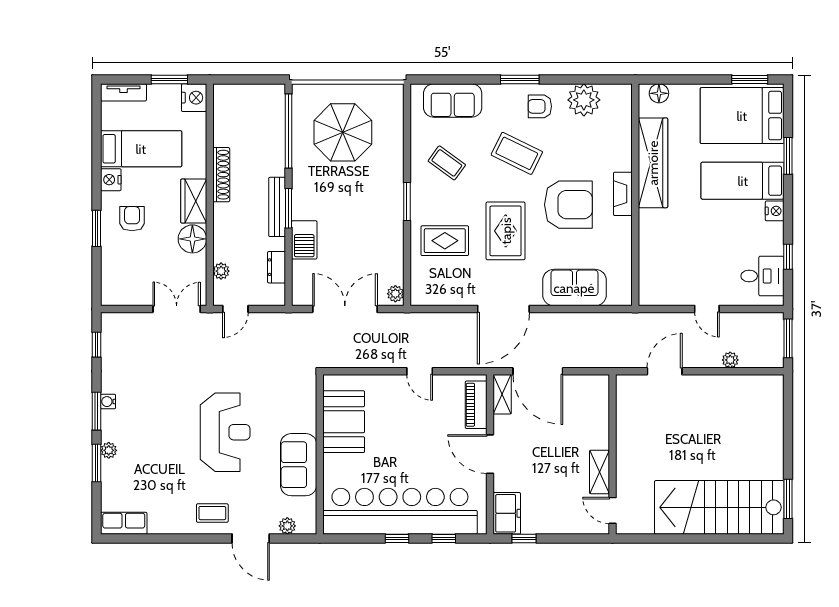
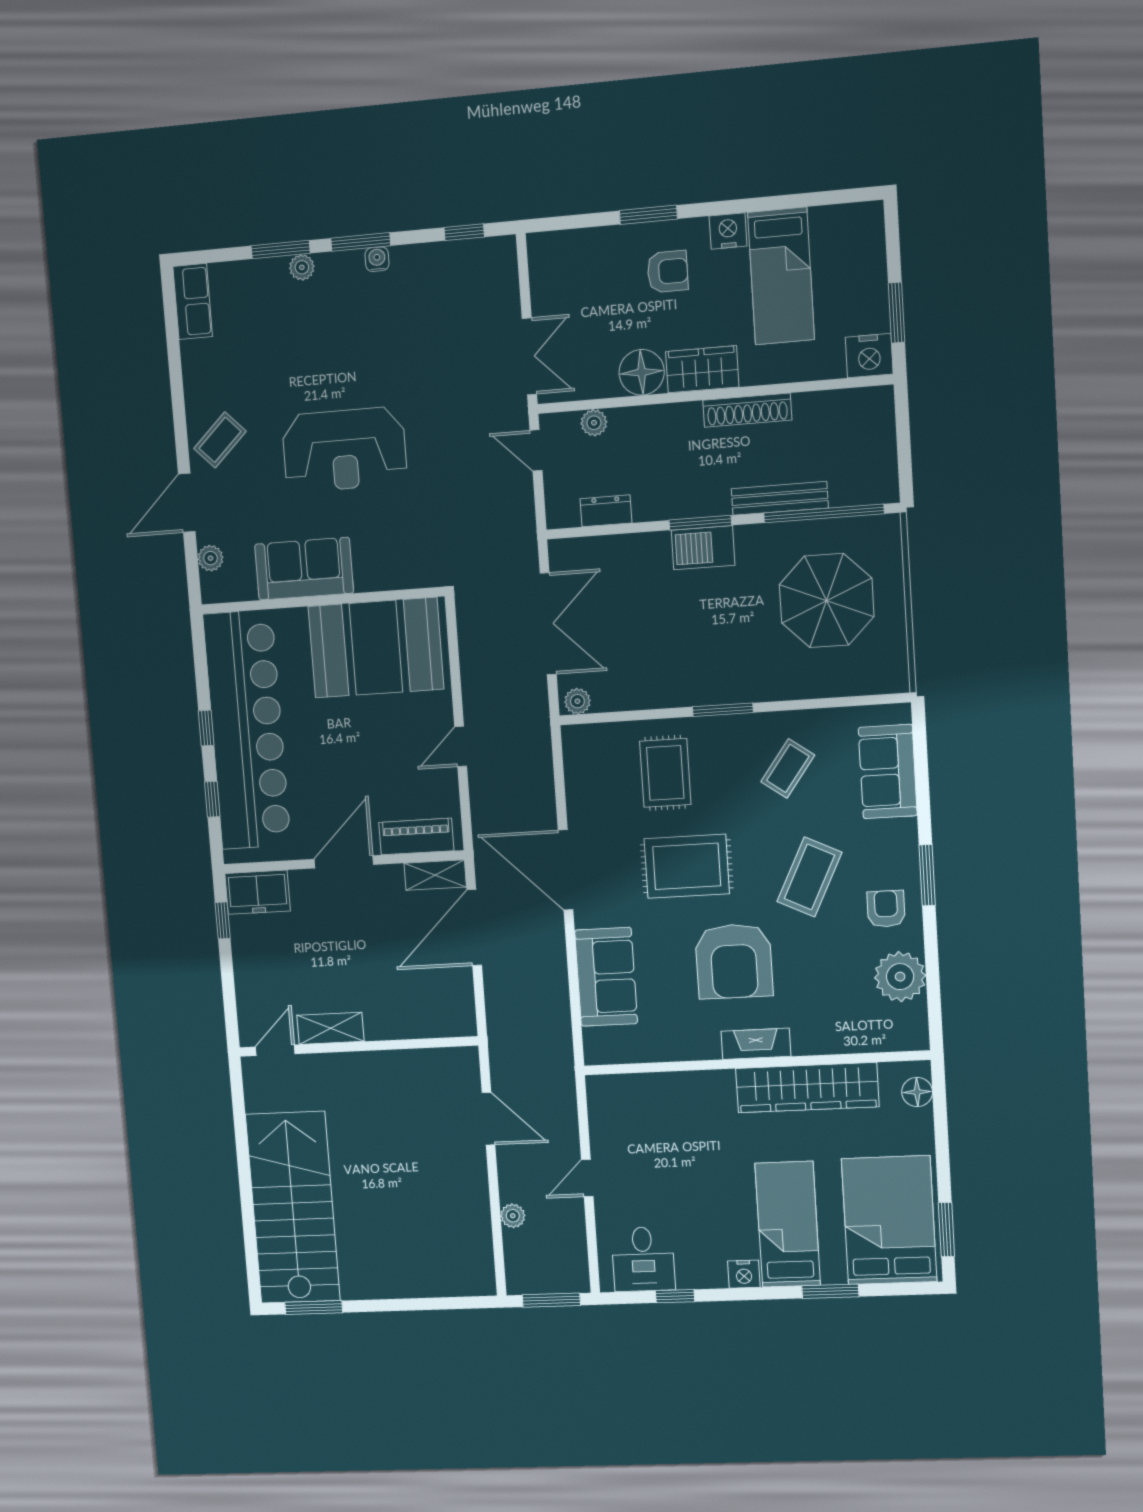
tv unit: (123, 92) -> (871, 239), removed
bench: (277, 207) -> (780, 498), moved
barbecue: (304, 240) -> (703, 548), moved
booth: (344, 422) -> (376, 648), width x1.36, depth x1.42
coffee table: (212, 513) -> (220, 440), turned 46

